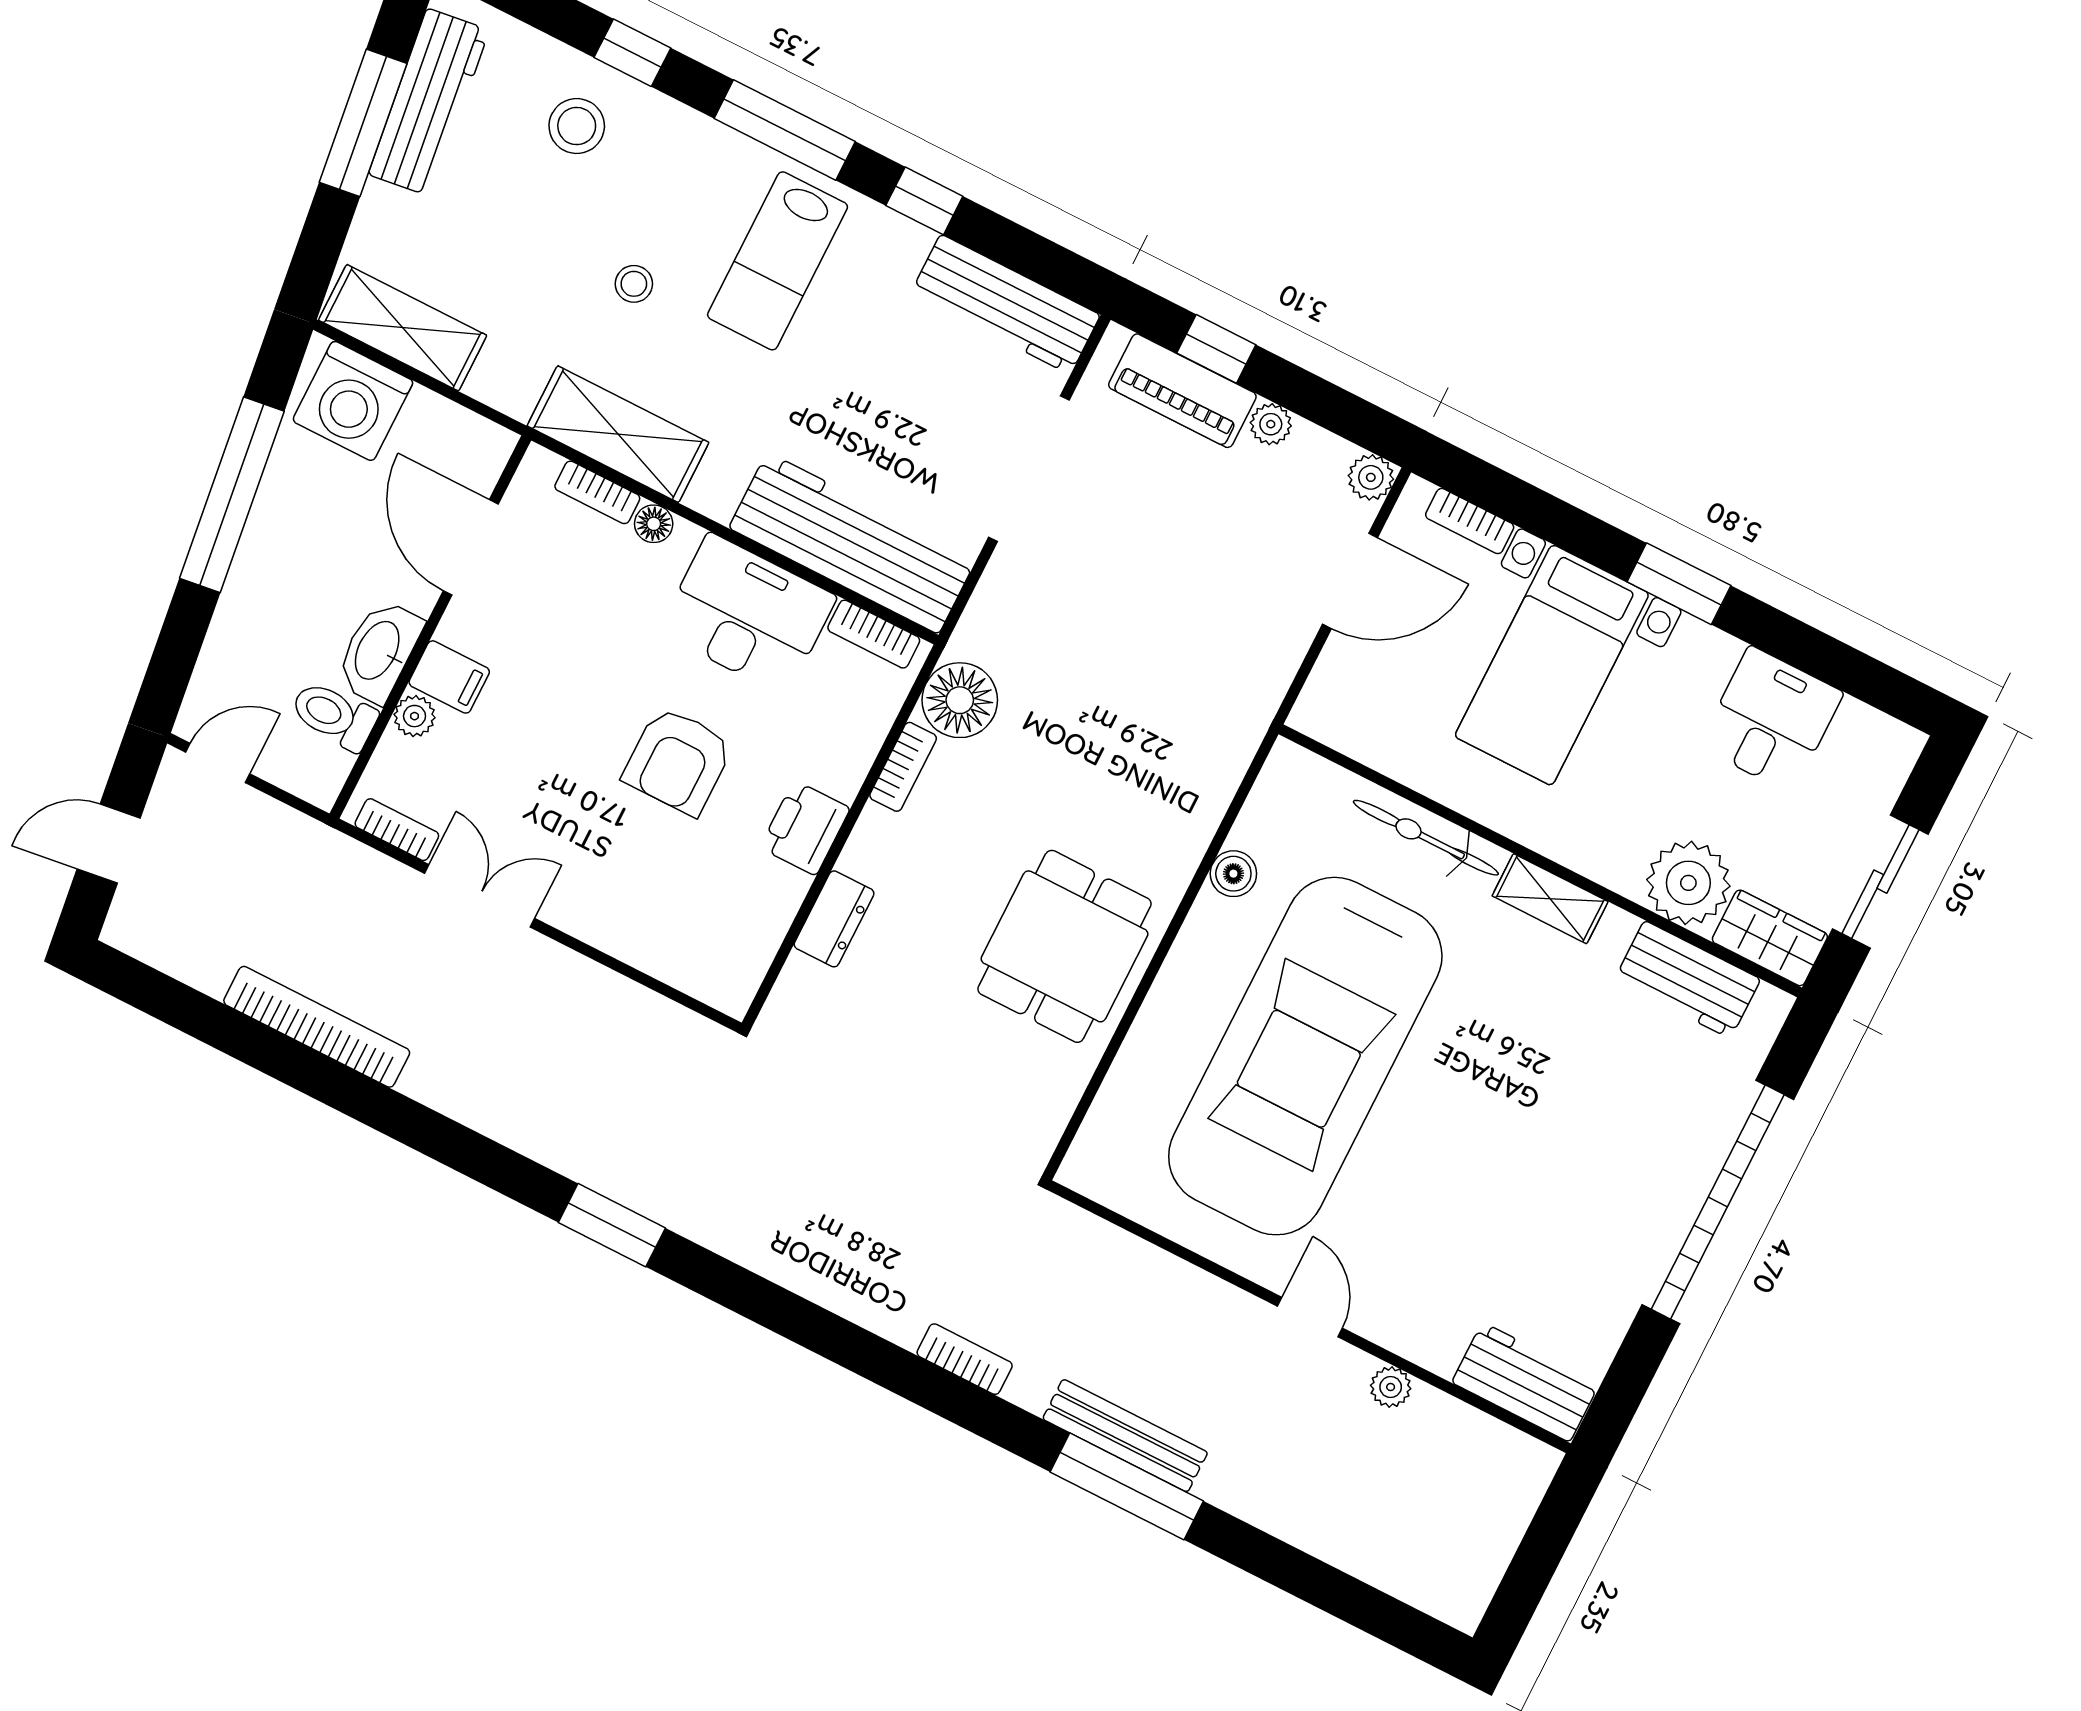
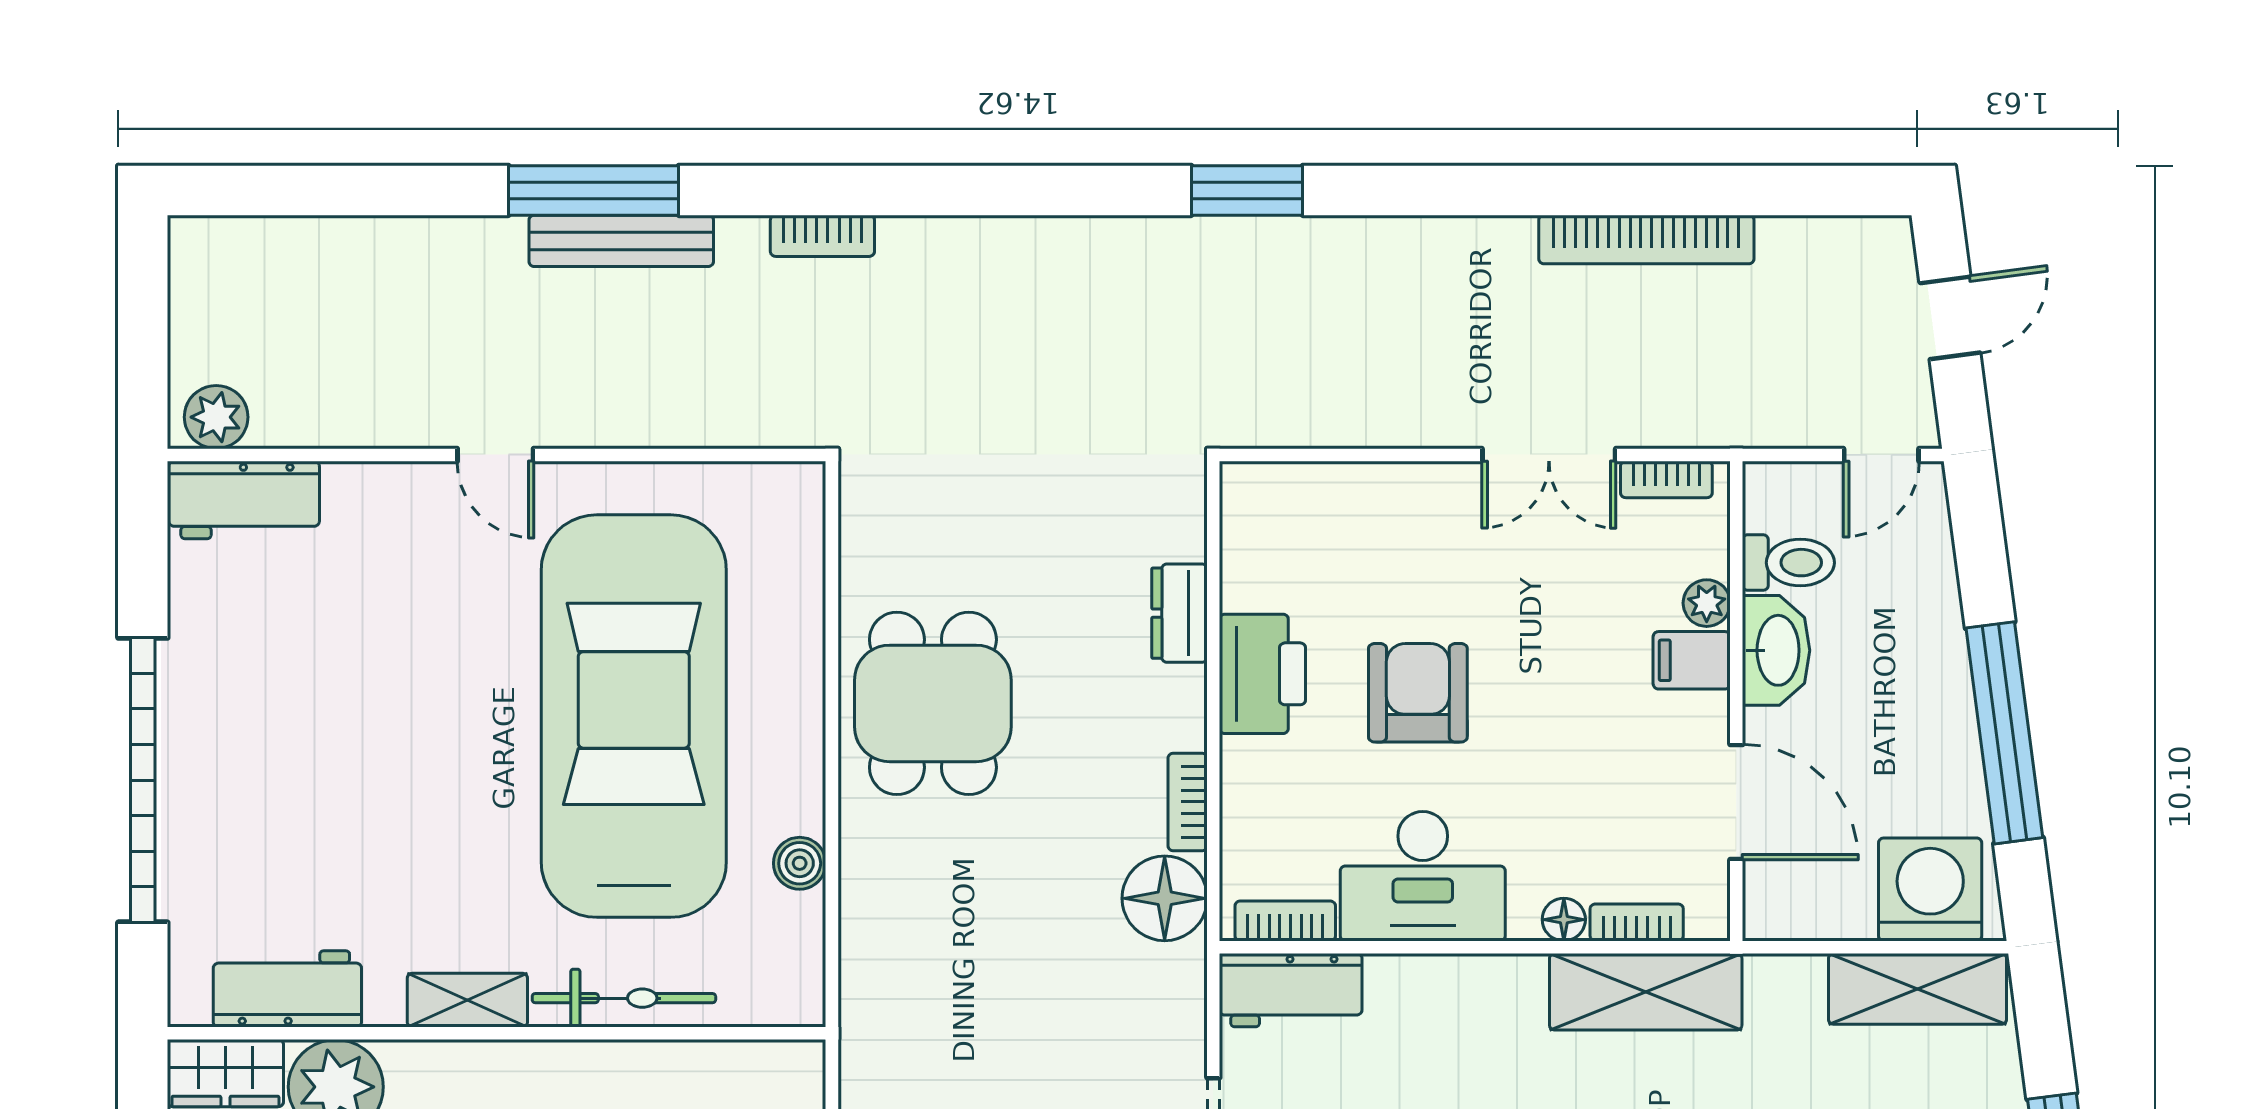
workbench: (853, 543) -> (1291, 990), width x0.53, depth x0.76
printer: (805, 828) -> (1262, 674), width x1.37, depth x1.19
plant: (1391, 1387) -> (216, 417), moved, width x1.38, depth x1.38

